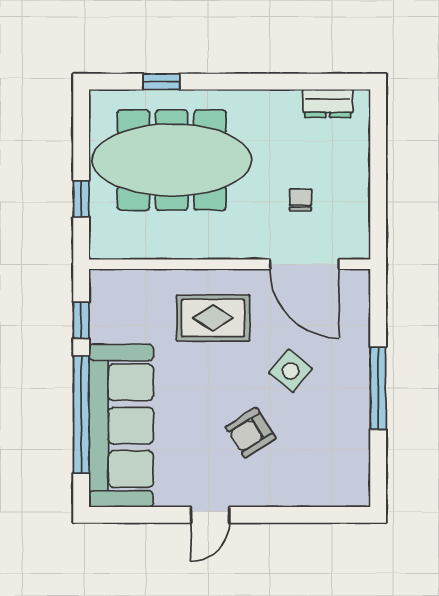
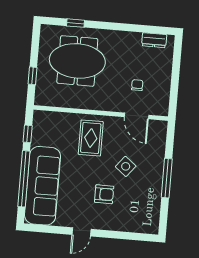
meeting table: (172, 160) -> (77, 61), width x0.73
door: (304, 264) -> (137, 116), width x0.73
rug: (213, 318) -> (91, 138), turned 90
armchair: (251, 433) -> (104, 194), turned -148

